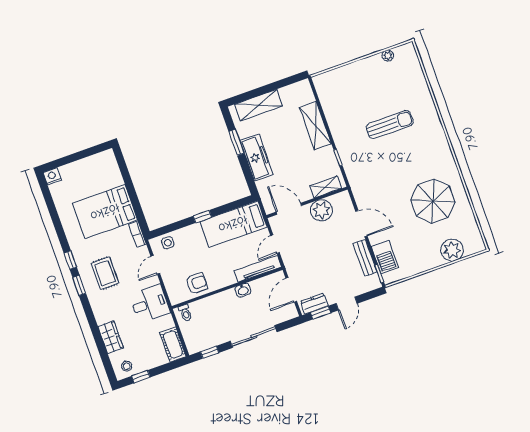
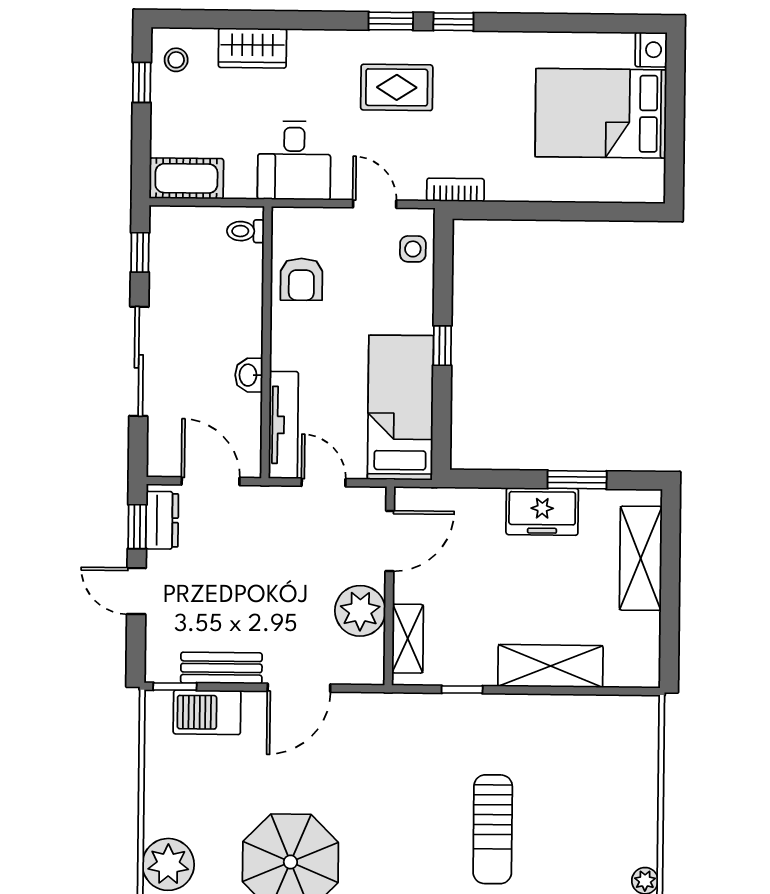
freezer: (256, 158) -> (542, 512), width x0.71
bed: (105, 212) -> (601, 113), moved, turned -90

